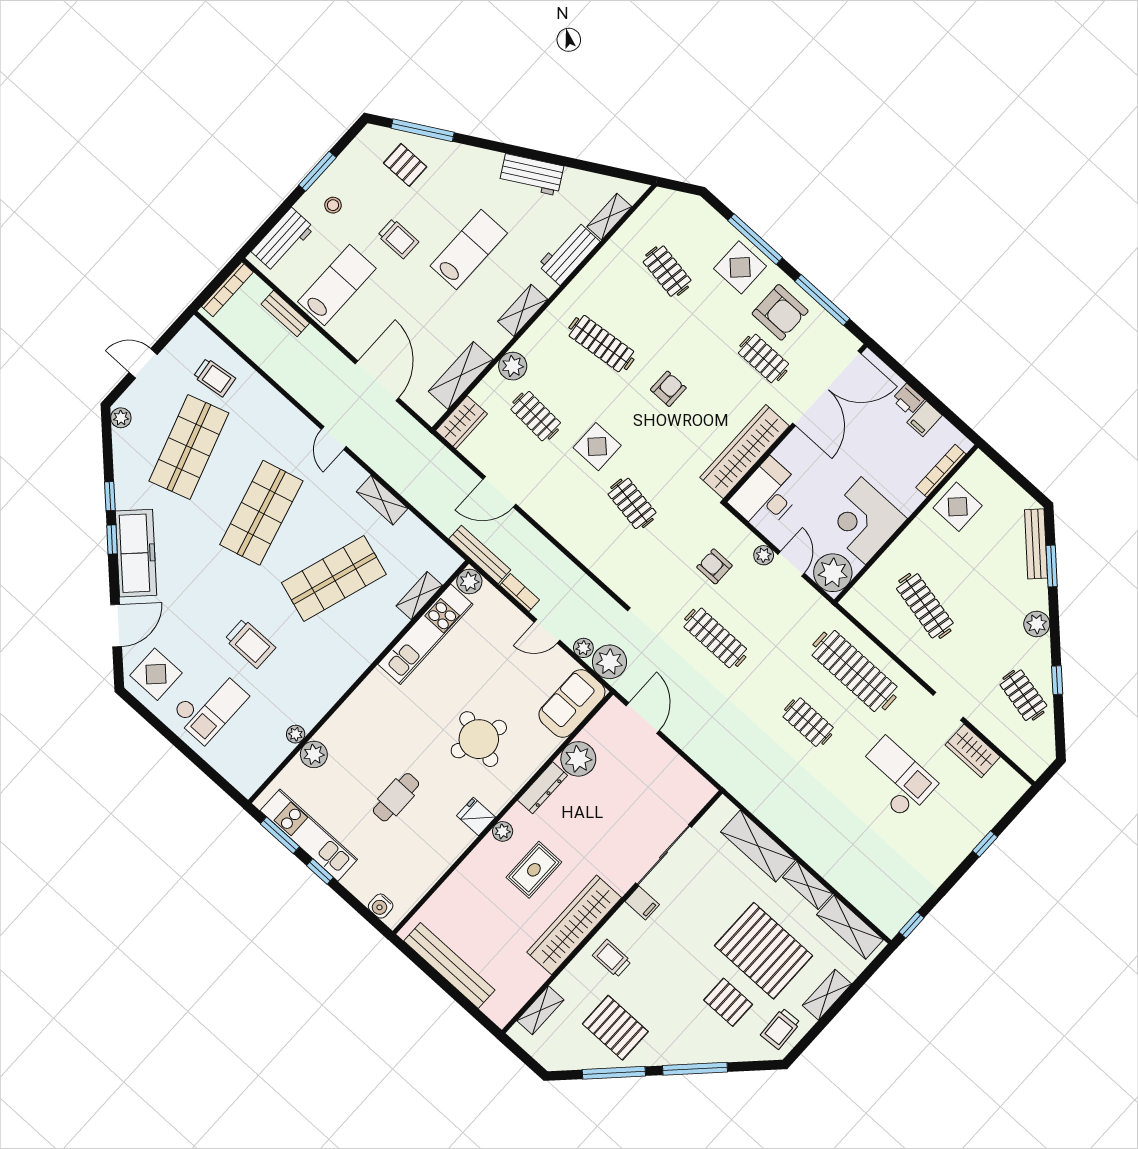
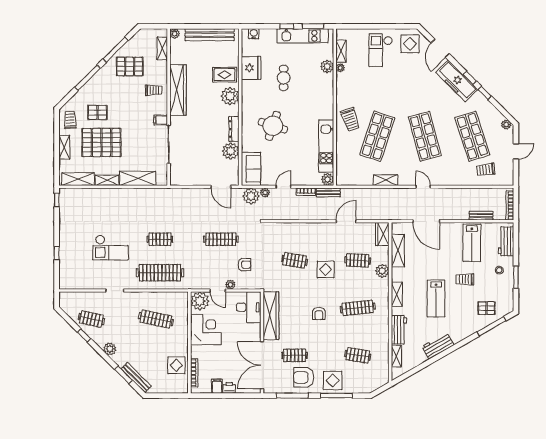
bench: (480, 554) -> (328, 192), width x0.73
shelving: (419, 596) -> (341, 51), moved
trolley: (250, 643) -> (350, 119), moved, turned -109
wardrobe: (973, 751) -> (91, 283), removed
fridge: (476, 816) -> (251, 68), moved, width x1.88, depth x1.34
plant: (503, 831) -> (230, 96), width x1.87, depth x1.87
rug: (534, 870) -> (225, 75), moved, turned 90
plant: (501, 1016) -> (175, 34), added

